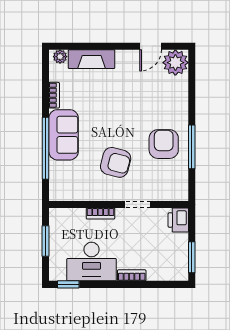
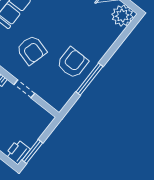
printer: (178, 220) -> (18, 152), moved

